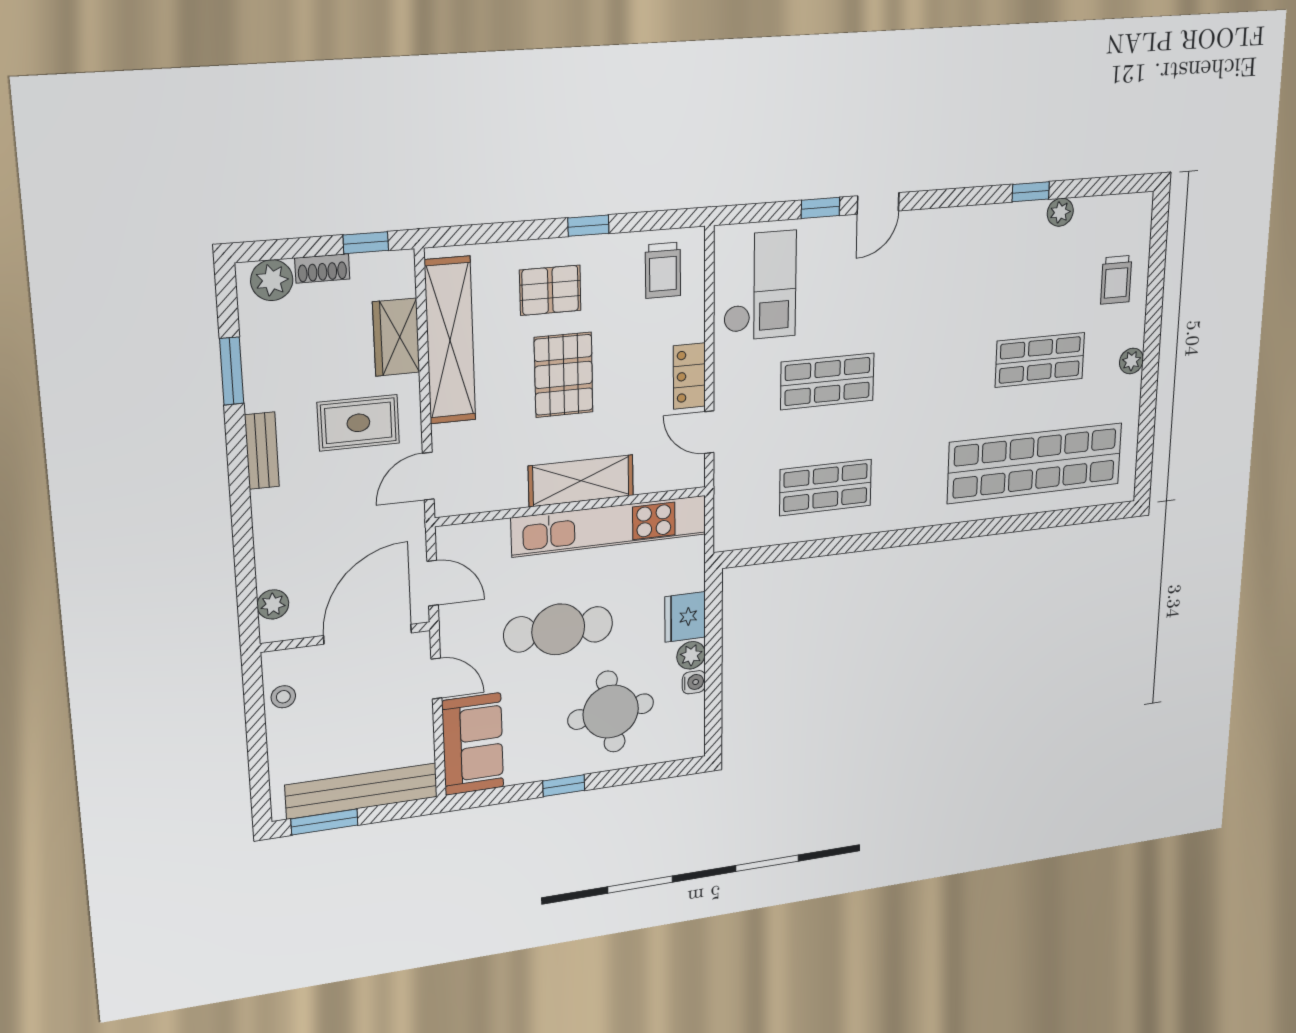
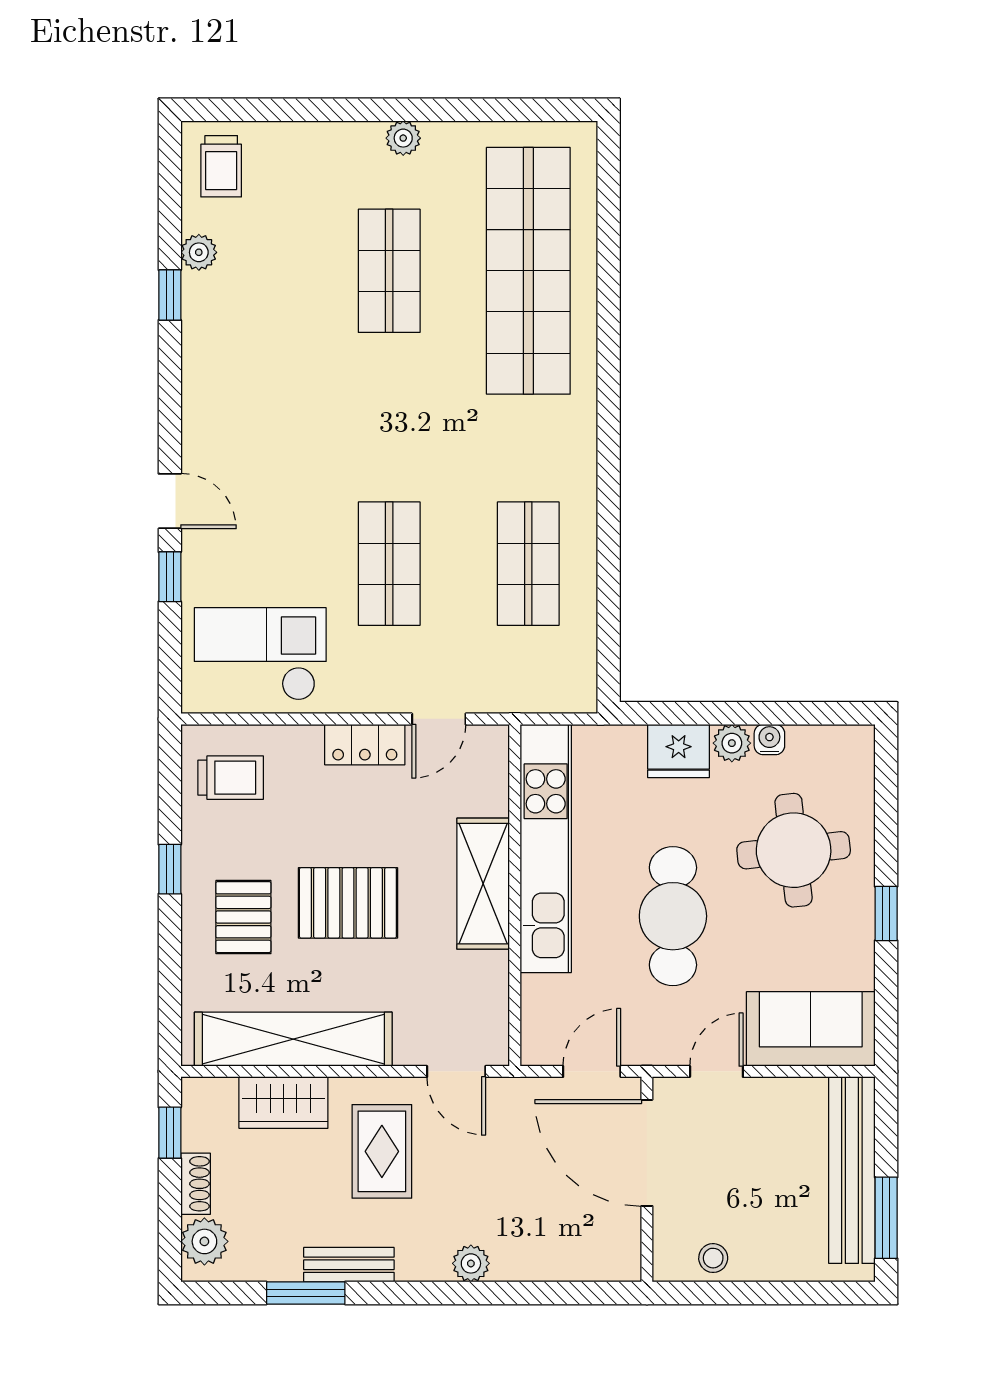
trolley: (1116, 280) -> (221, 166), moved, turned 90
bench: (262, 451) -> (349, 1265), moved
plant: (273, 604) -> (471, 1263), moved

